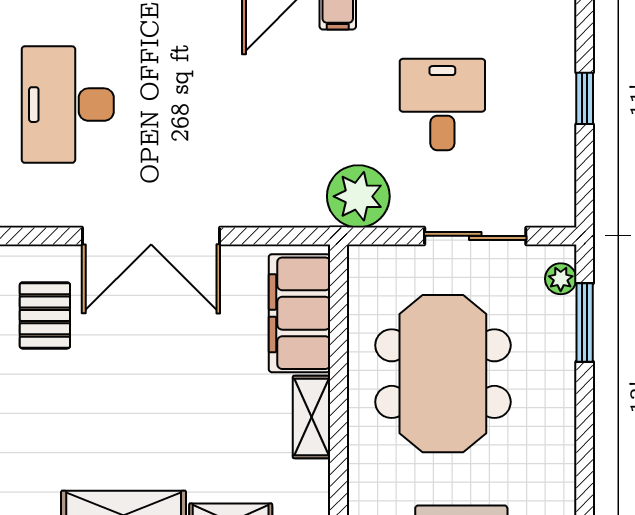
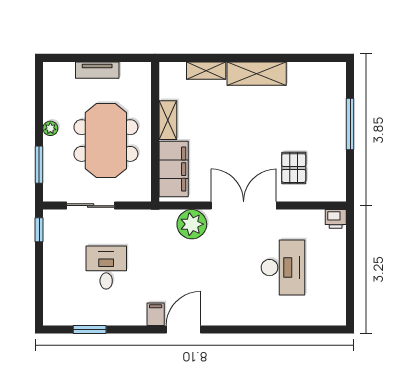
window: (585, 98) -> (39, 230), moved
desk: (442, 105) -> (106, 268), turned 180
plant: (358, 196) -> (192, 224), moved
plant: (561, 279) -> (50, 128), moved

